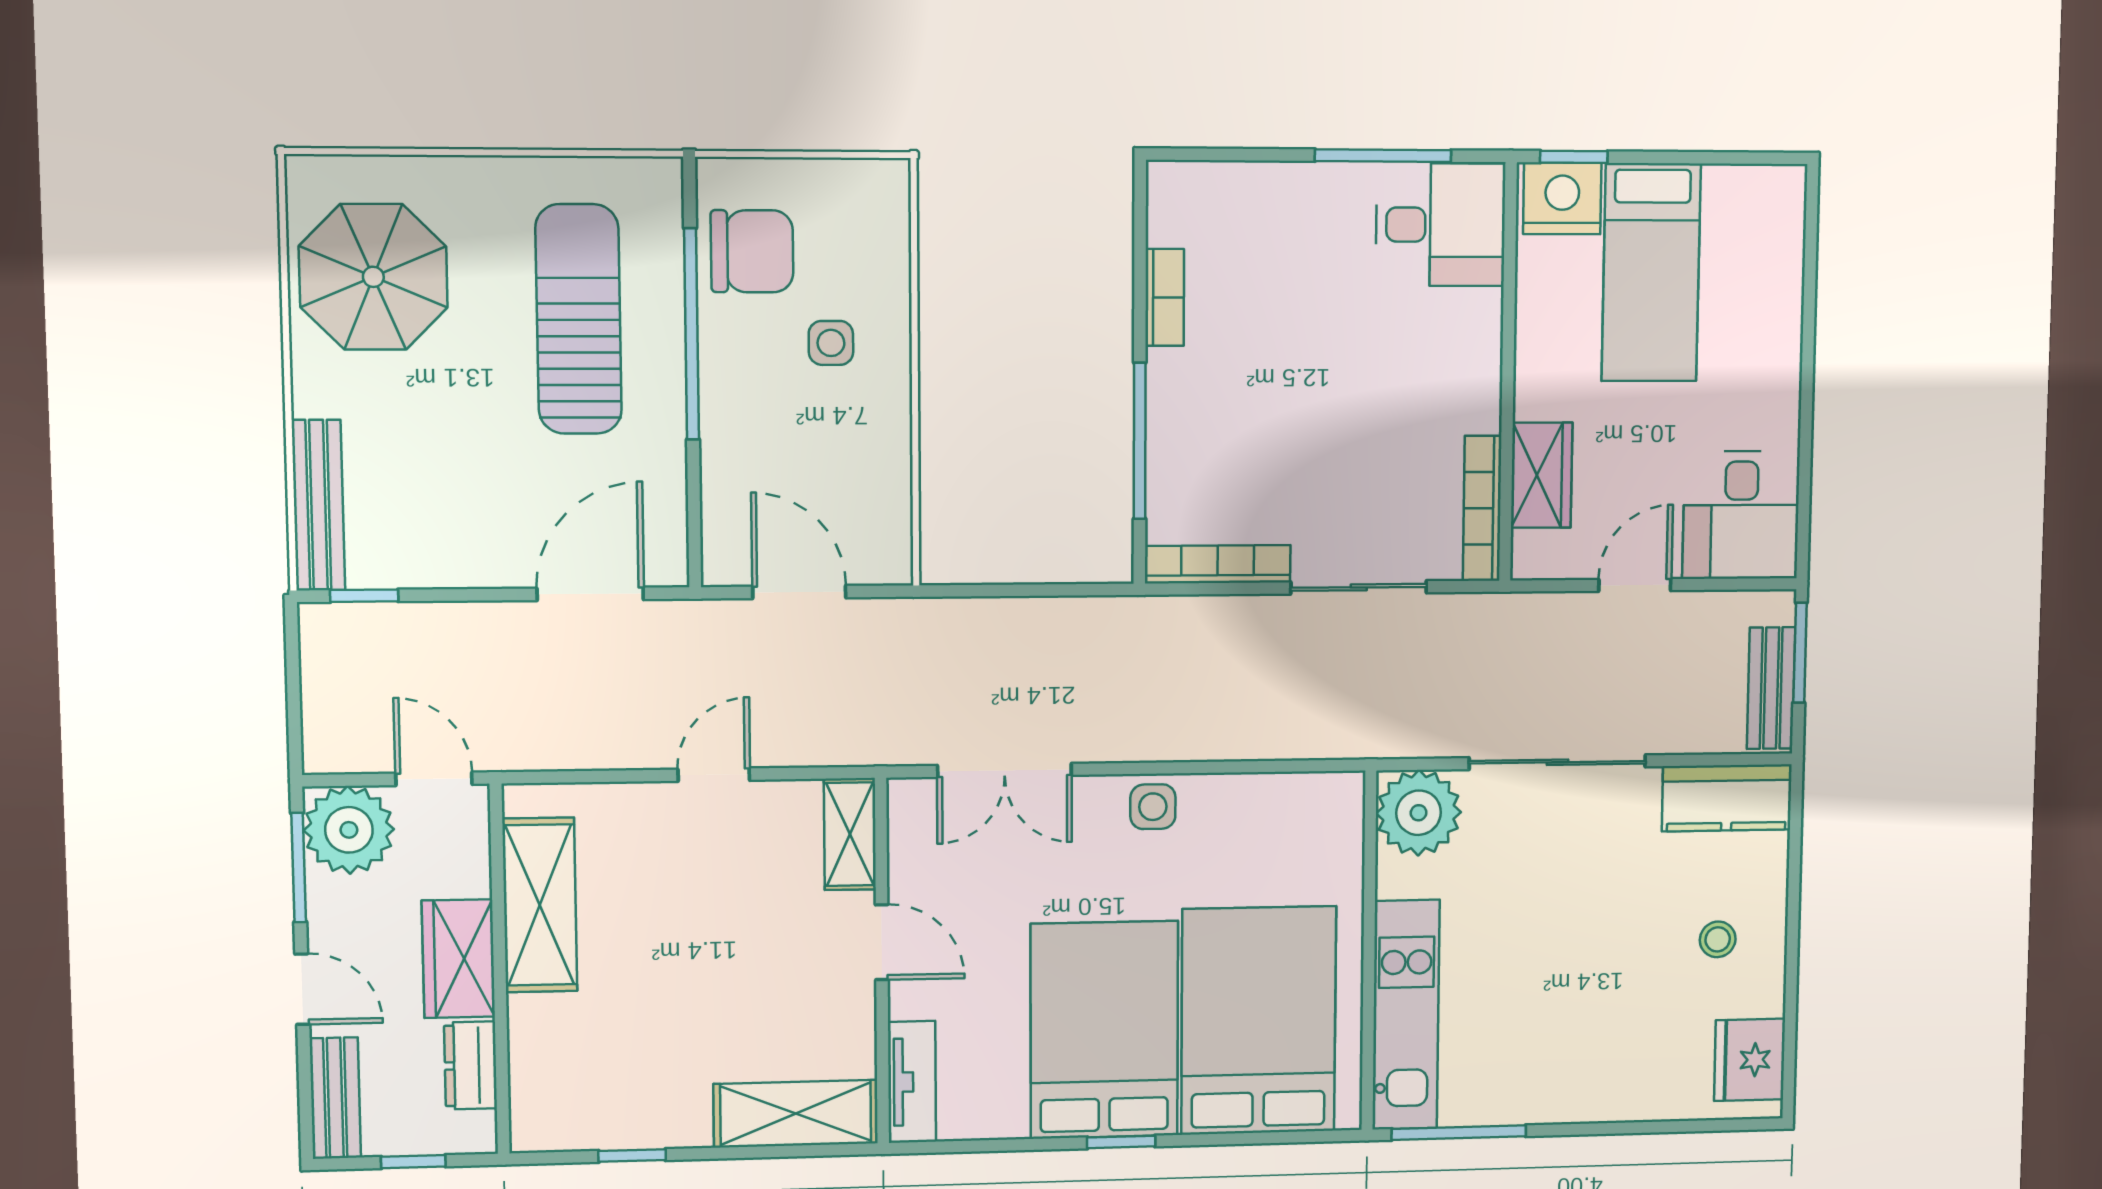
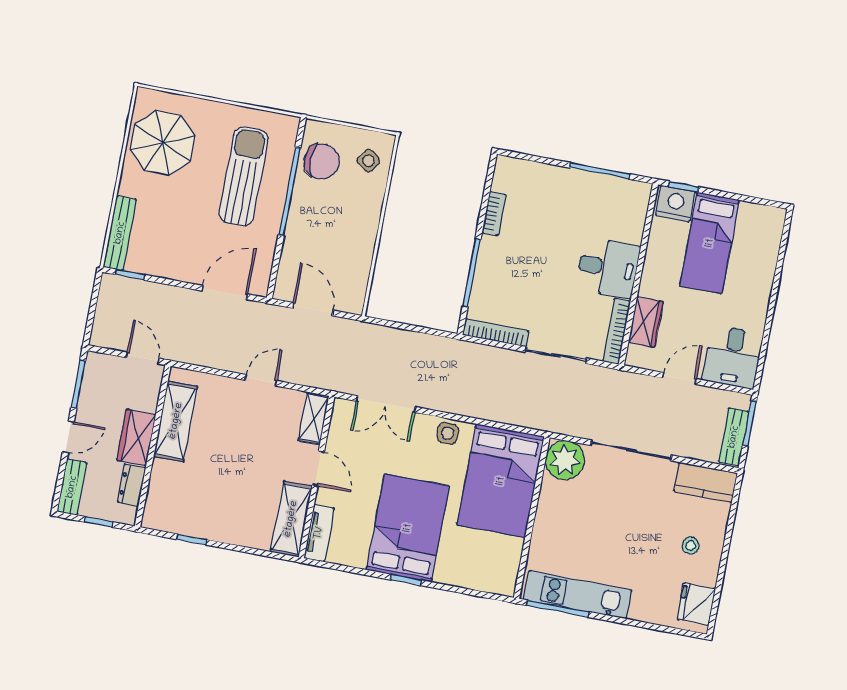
desk: (1441, 225) -> (608, 268), moved
side table: (831, 343) -> (369, 161), moved, turned 37
plant: (349, 830) -> (103, 373), removed
door: (302, 989) -> (68, 437), hinge flipped
kitchen unit: (1406, 1015) -> (577, 595), moved, turned -90
bed: (1259, 1021) -> (501, 481), moved, turned 180
shelving: (796, 1114) -> (291, 519), moved, turned 90

